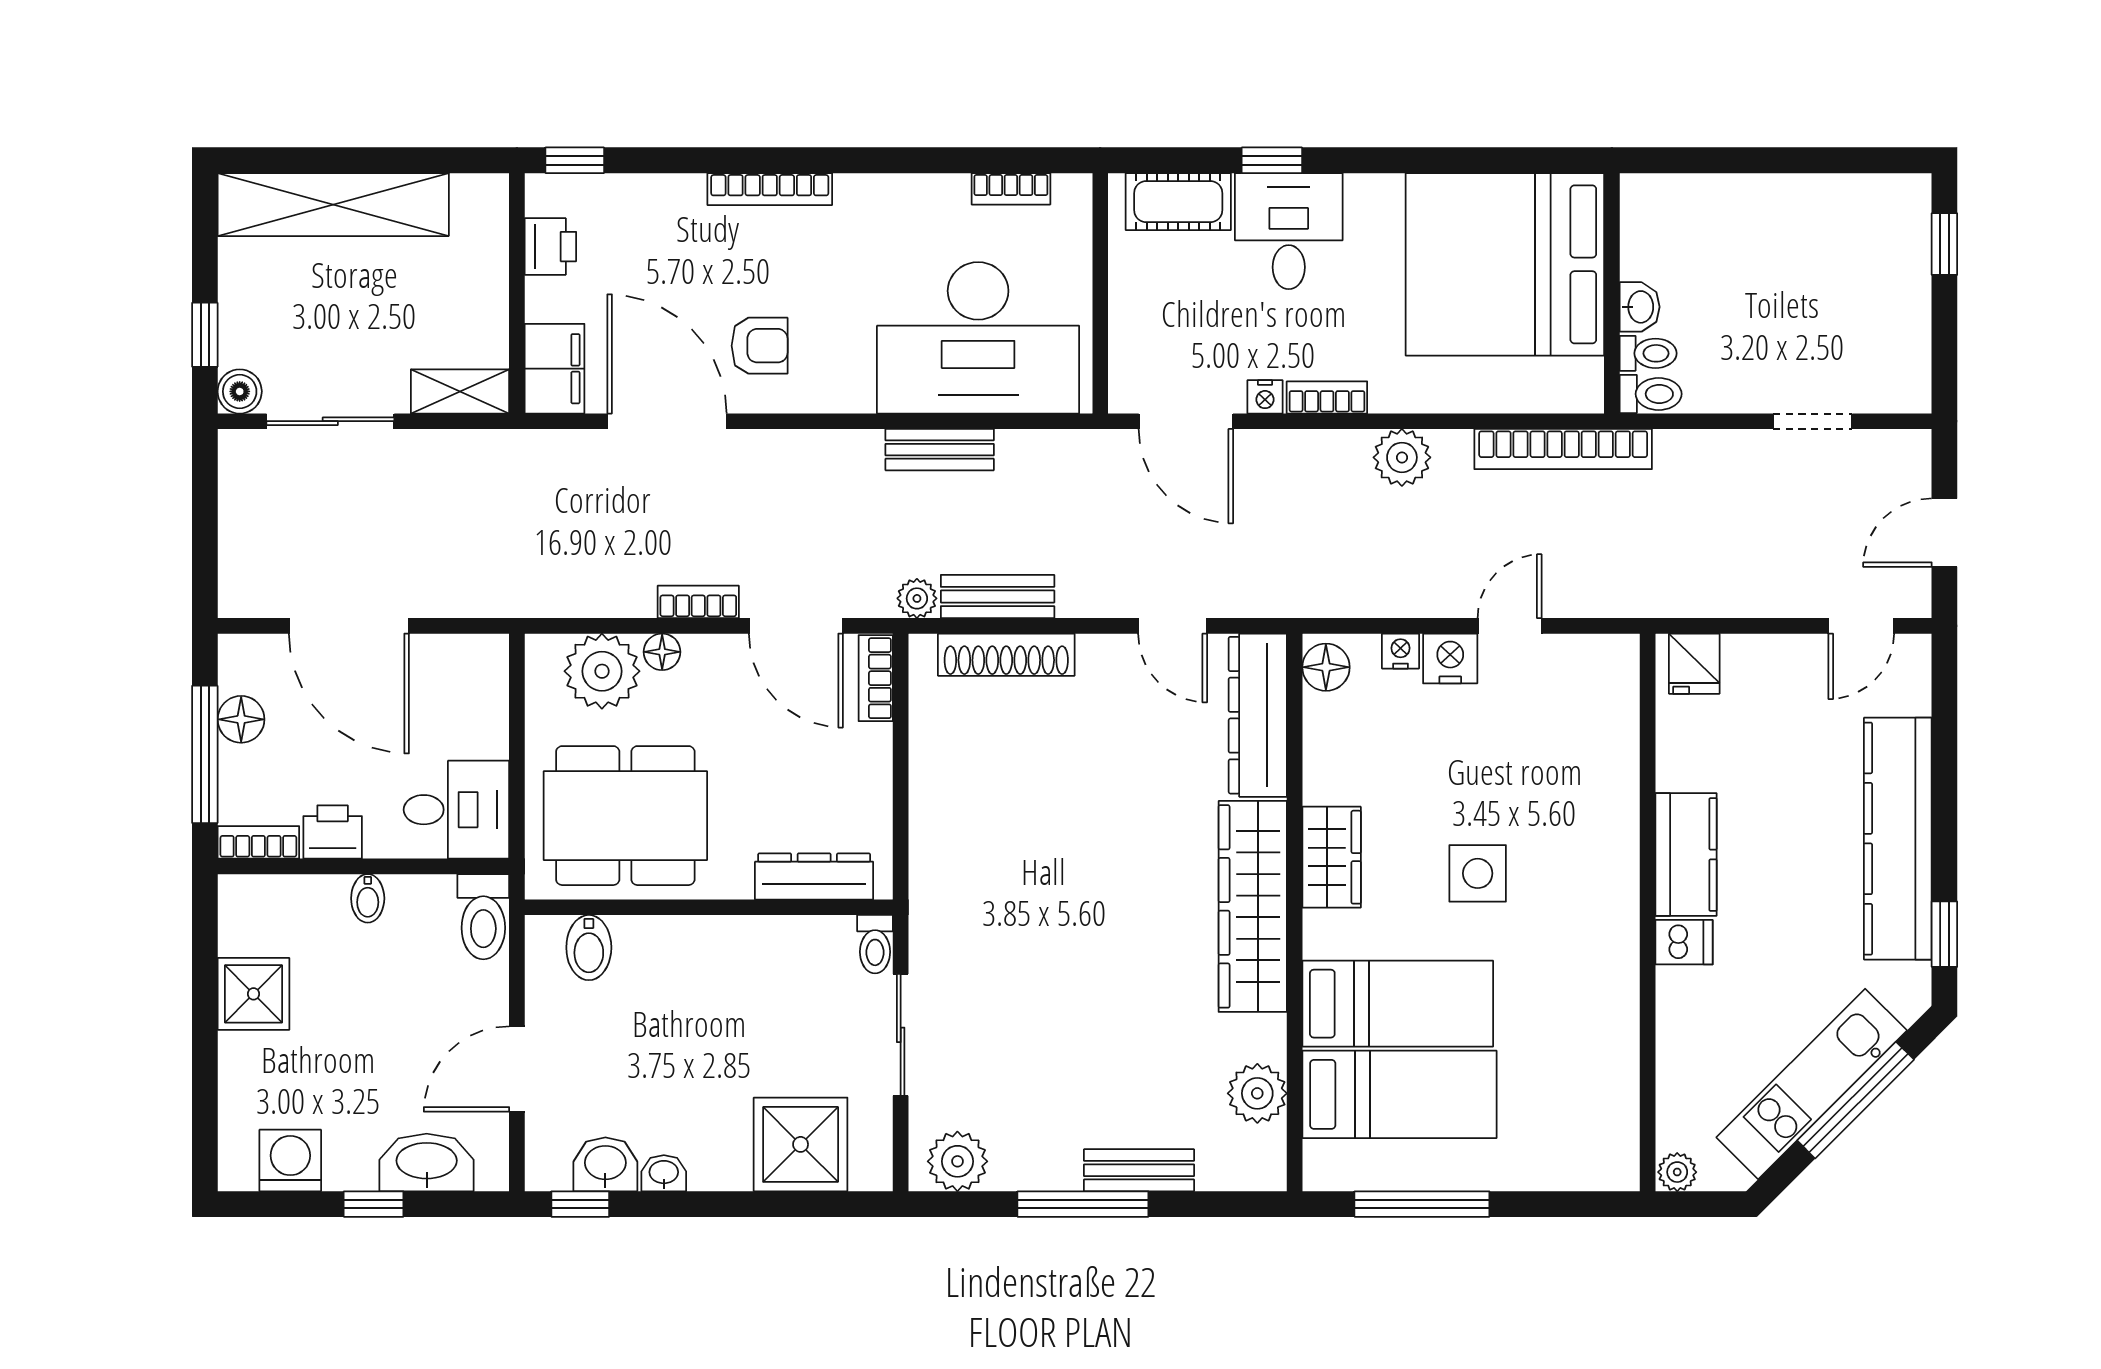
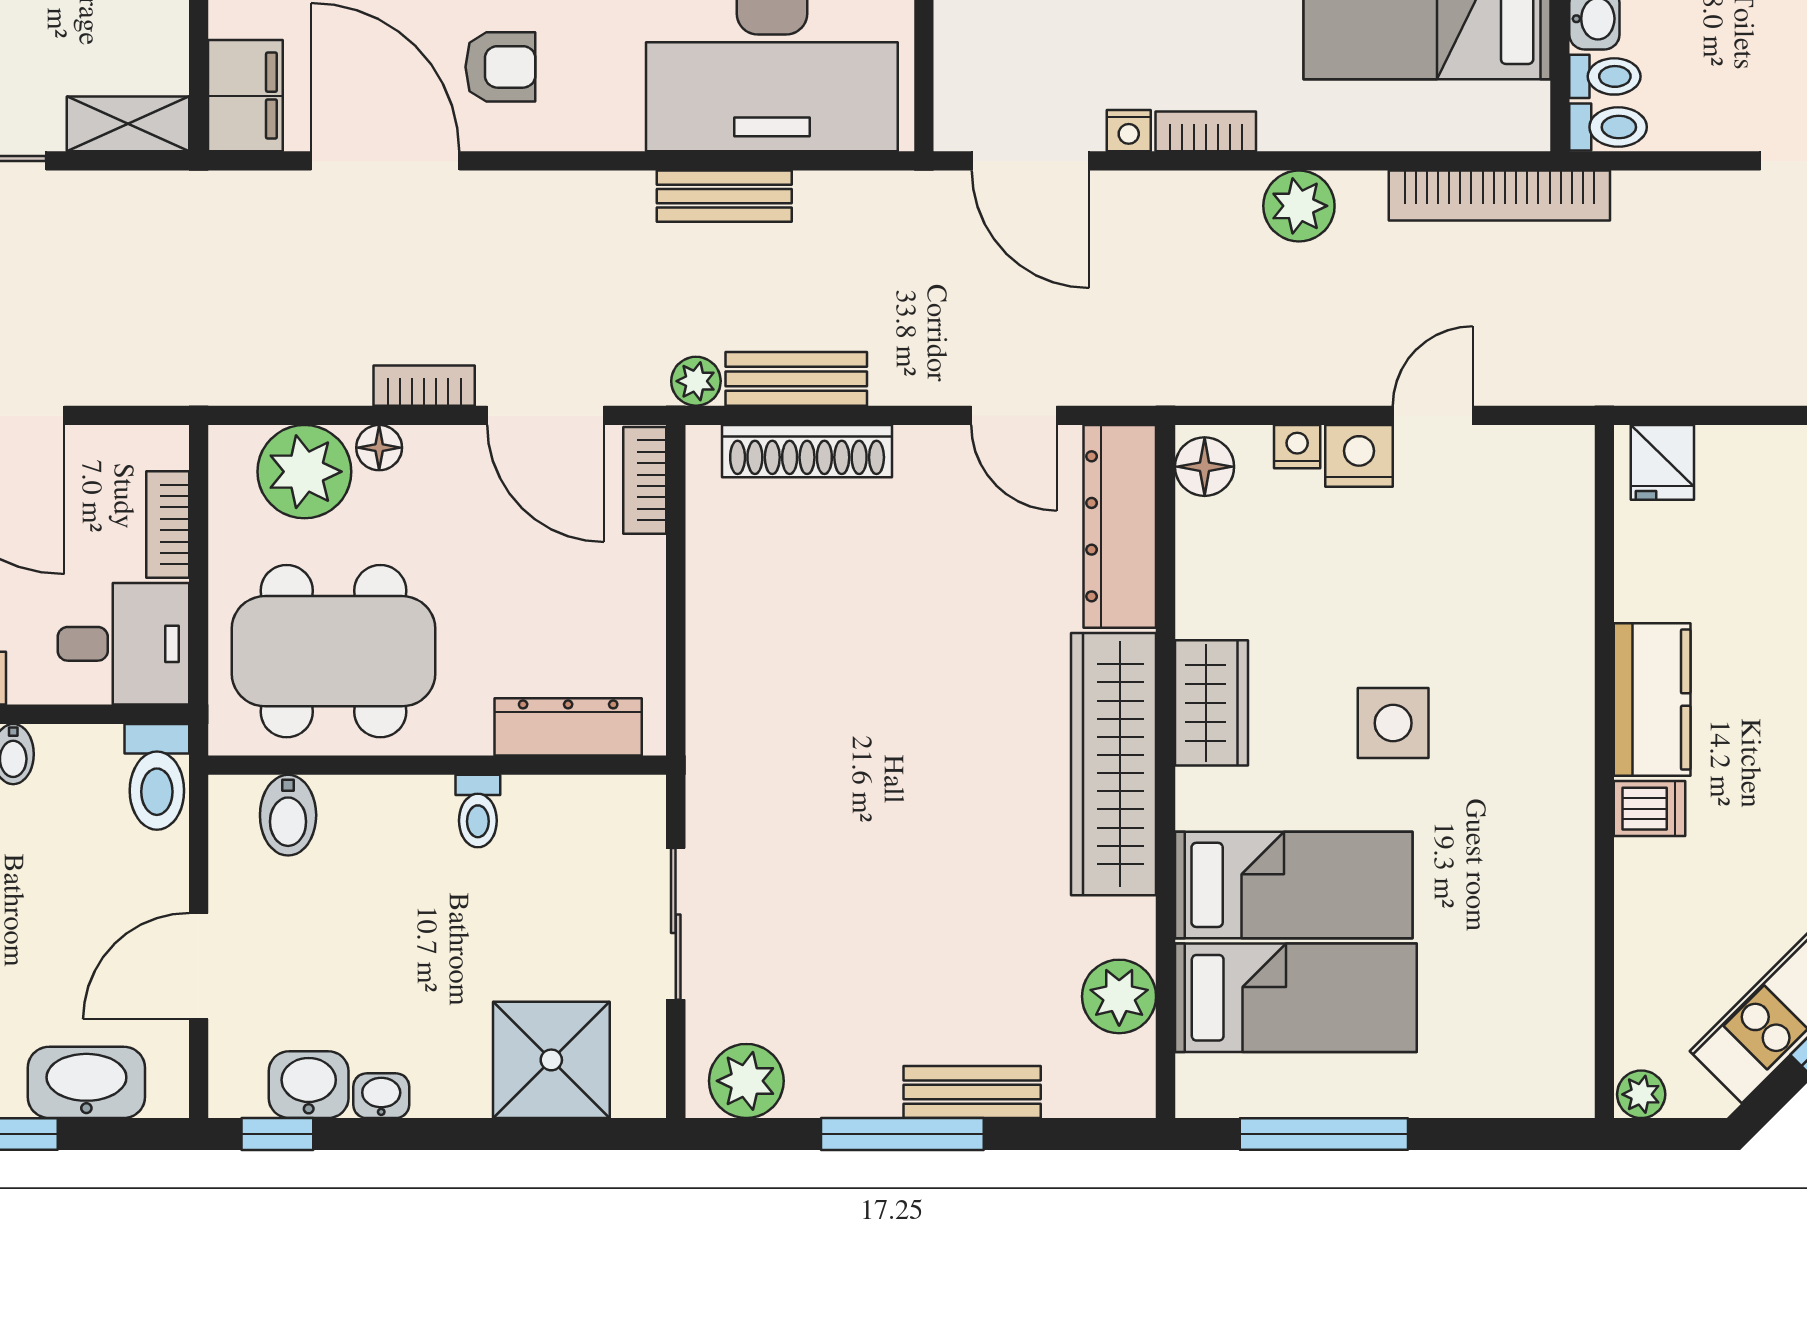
bookcase: (492, 714) -> (168, 524), added
toilet: (875, 944) -> (478, 811), moved

